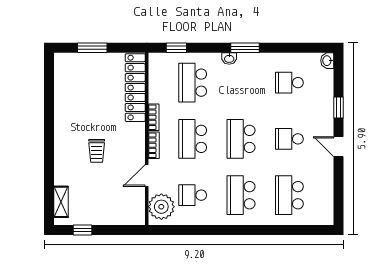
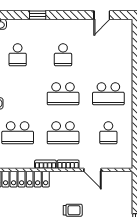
door: (339, 147) -> (102, 15), moved
school desk: (289, 195) -> (108, 55), removed
plant: (161, 207) -> (118, 158), removed

